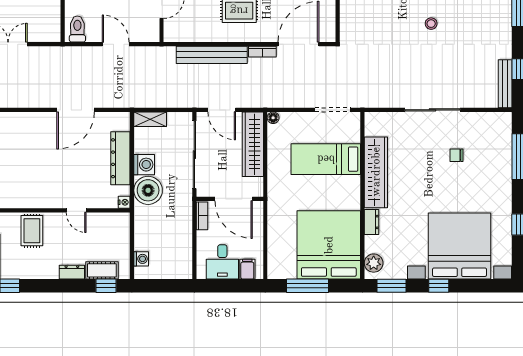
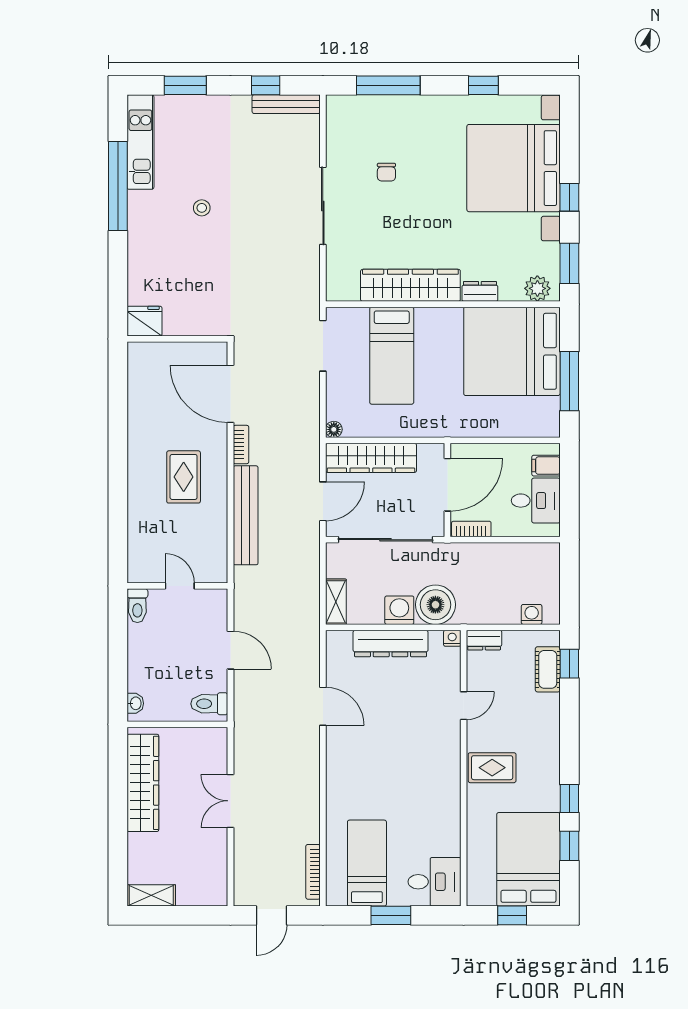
door: (116, 44) -> (230, 650), swing flipped
door: (76, 110) -> (323, 706), width x0.73
dresser: (72, 272) -> (484, 640), moved, turned -90

